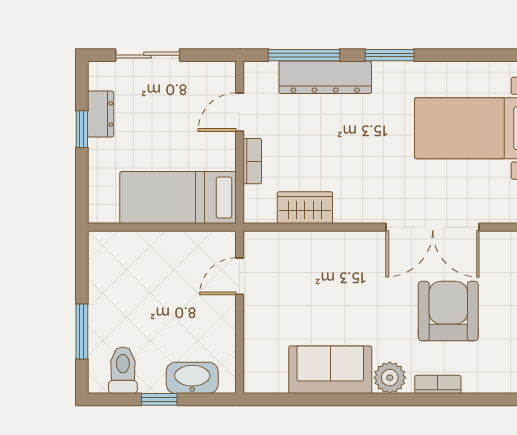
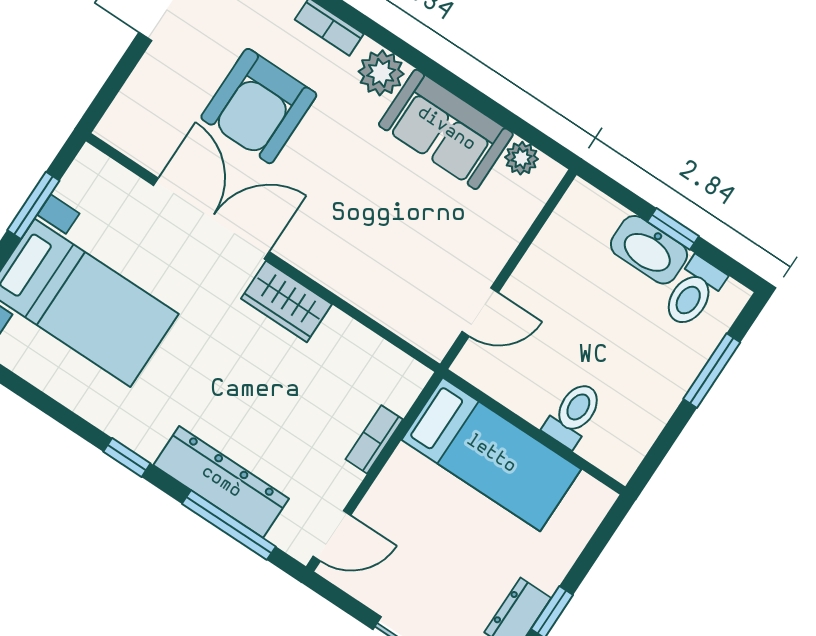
window: (390, 55) -> (127, 458), width x0.67
door: (240, 112) -> (332, 536), moved
wardrobe: (305, 208) -> (286, 301), moved
toilet: (146, 253) -> (574, 414), added
washbasin: (192, 378) -> (649, 250), moved
plant: (275, 382) -> (521, 158), added

